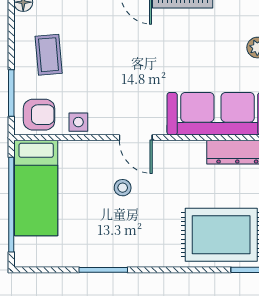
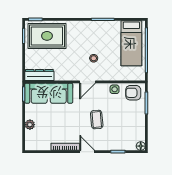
coffee table: (49, 55) -> (97, 120), moved
door: (136, 138) -> (87, 82), swing flipped
bed: (36, 188) -> (131, 43), moved, turned 180

